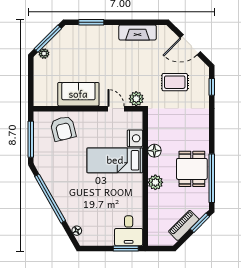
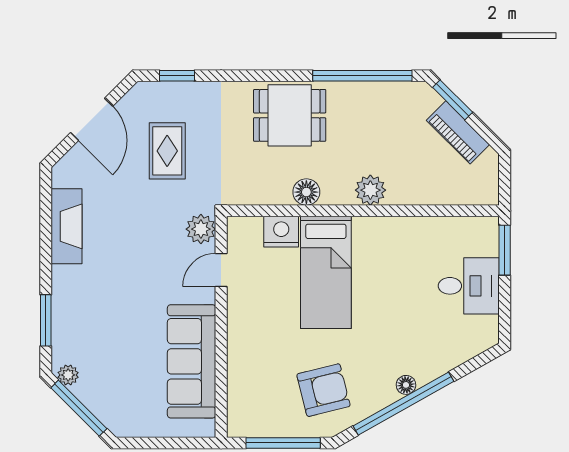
plant: (44, 54) -> (68, 375), moved
sofa: (78, 94) -> (192, 361), width x1.36
armchair: (63, 129) -> (323, 390), moved
dining table: (192, 169) -> (290, 115), moved
floor lamp: (77, 231) -> (406, 385), moved
desk: (129, 231) -> (469, 286), moved

